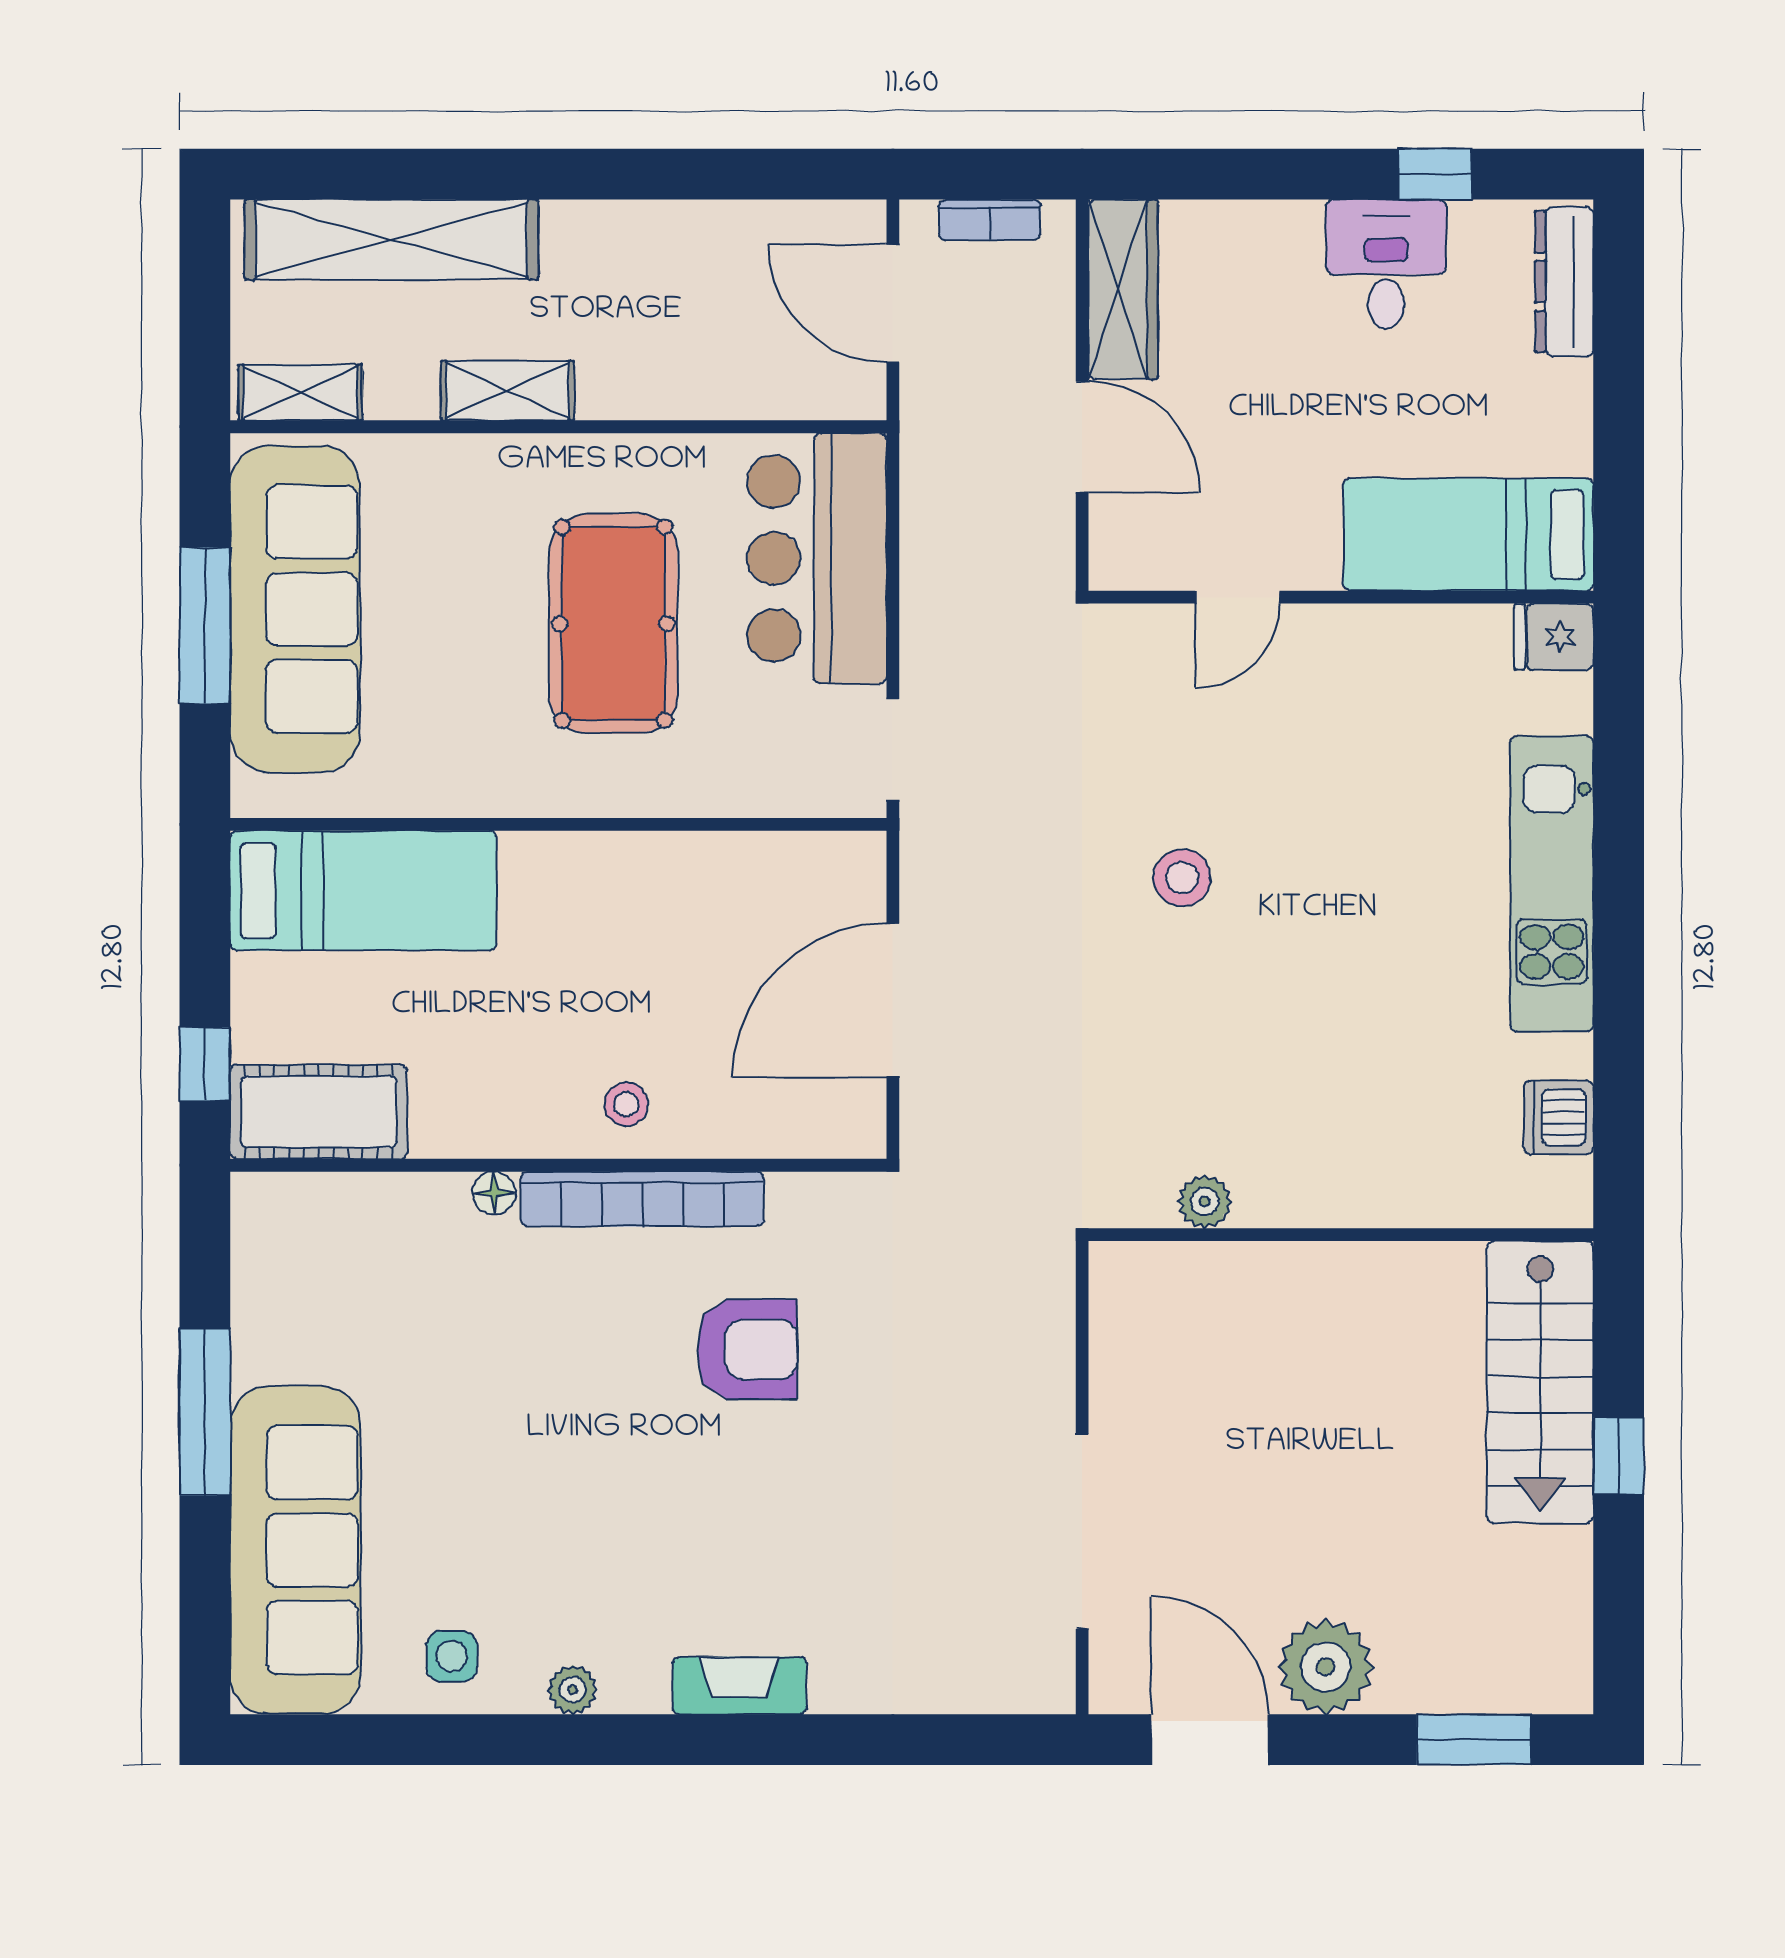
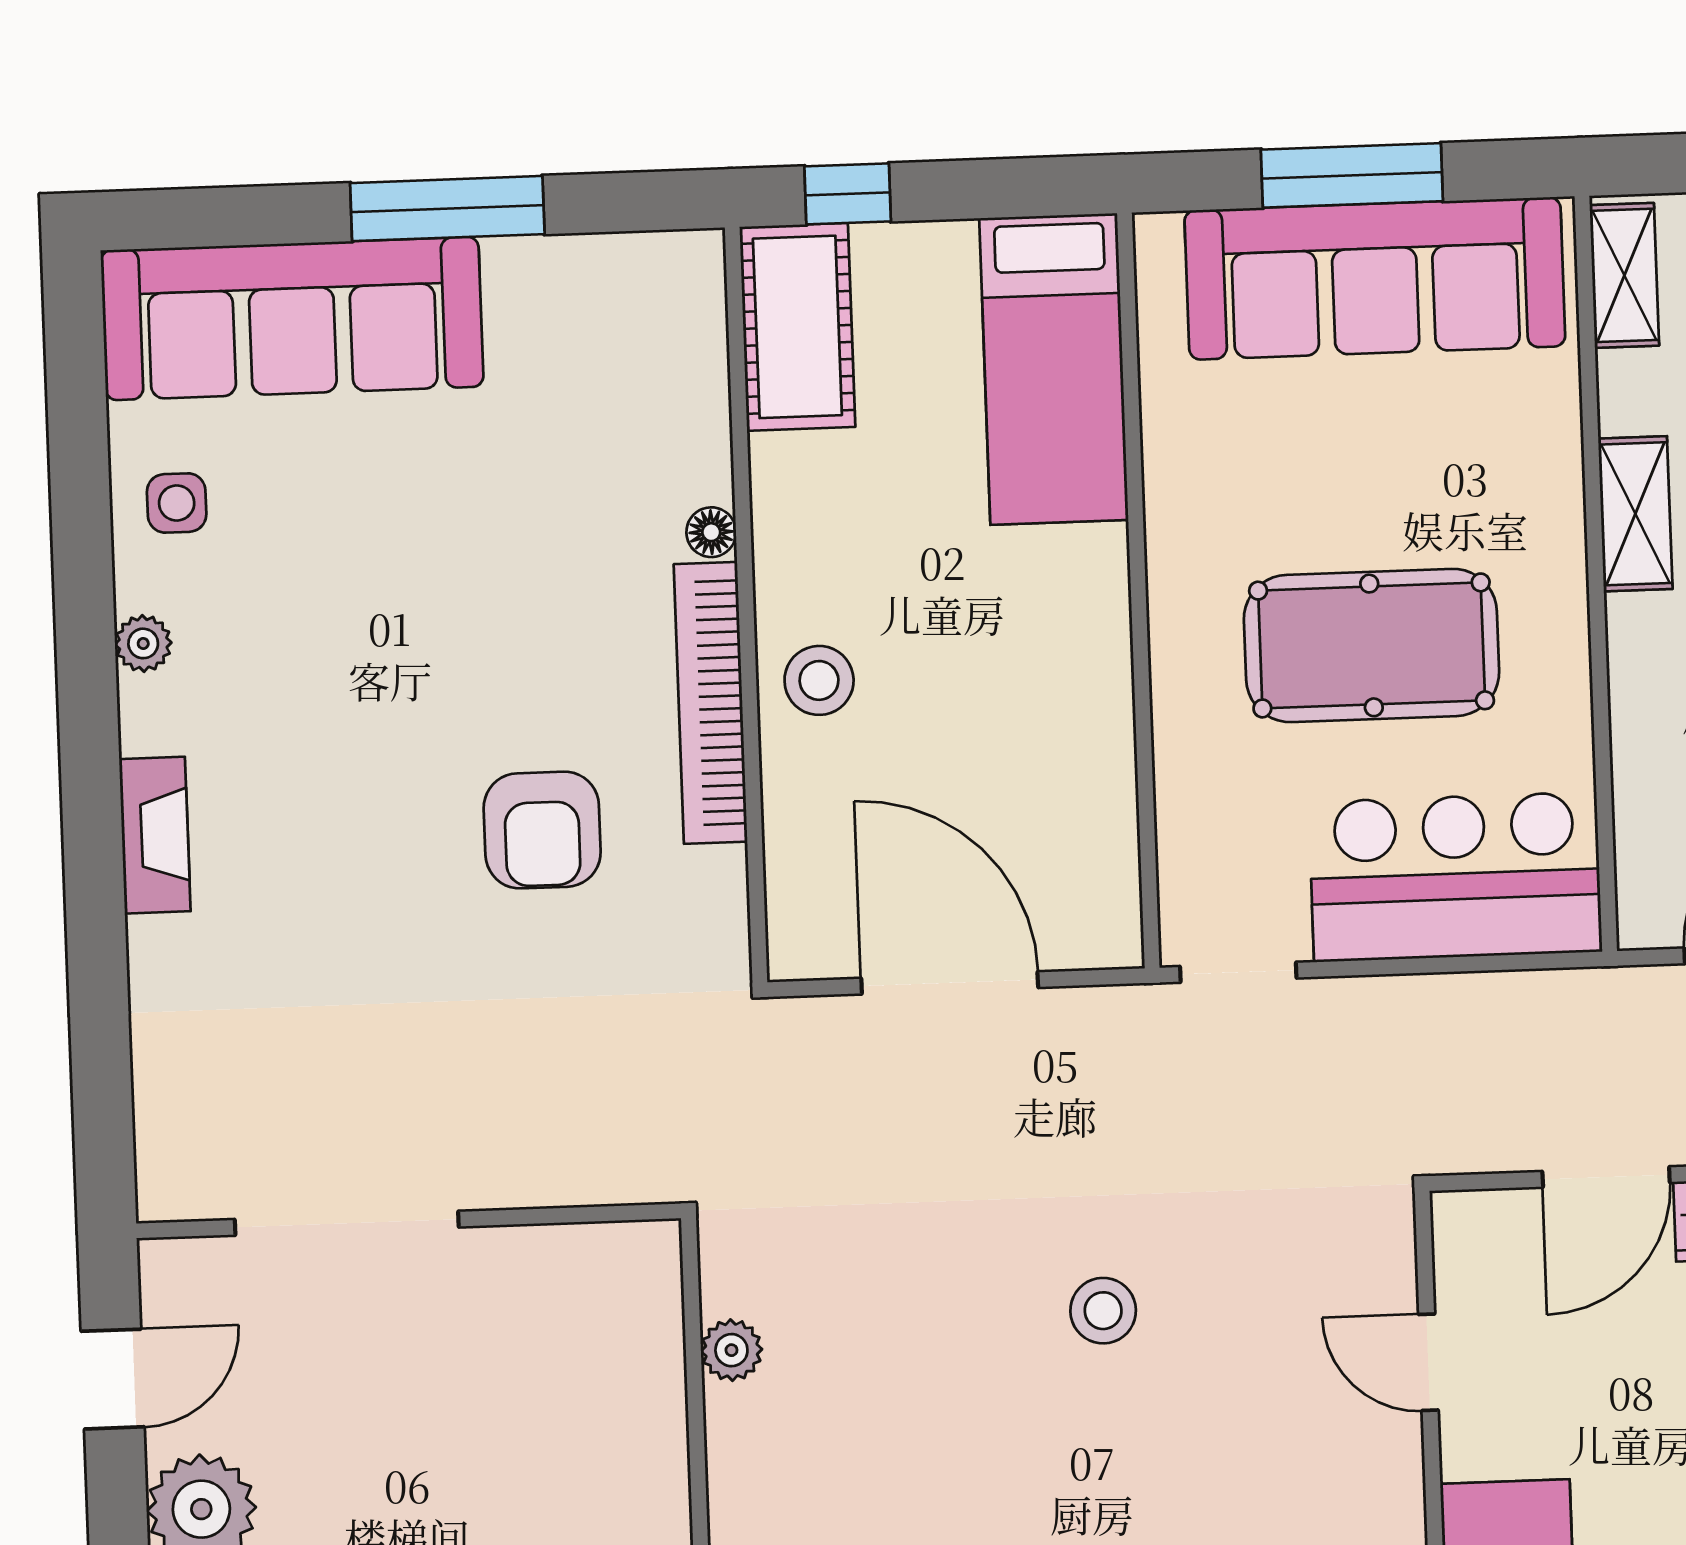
stool: (626, 1104) -> (819, 680), width x1.37, depth x1.37
door: (1210, 1740) -> (113, 1379), width x0.73

